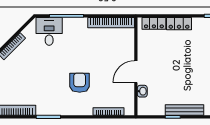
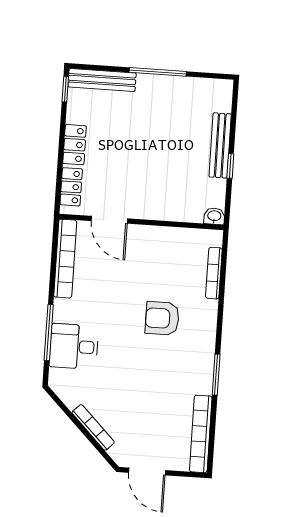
desk: (49, 31) -> (74, 346), moved
door: (136, 72) -> (109, 220), moved
washbasin: (142, 91) -> (214, 216), moved

